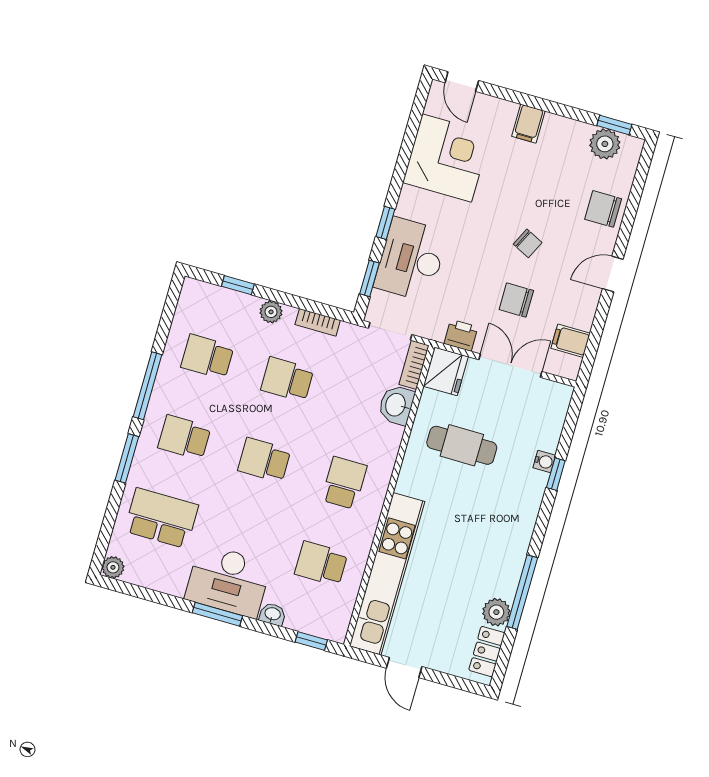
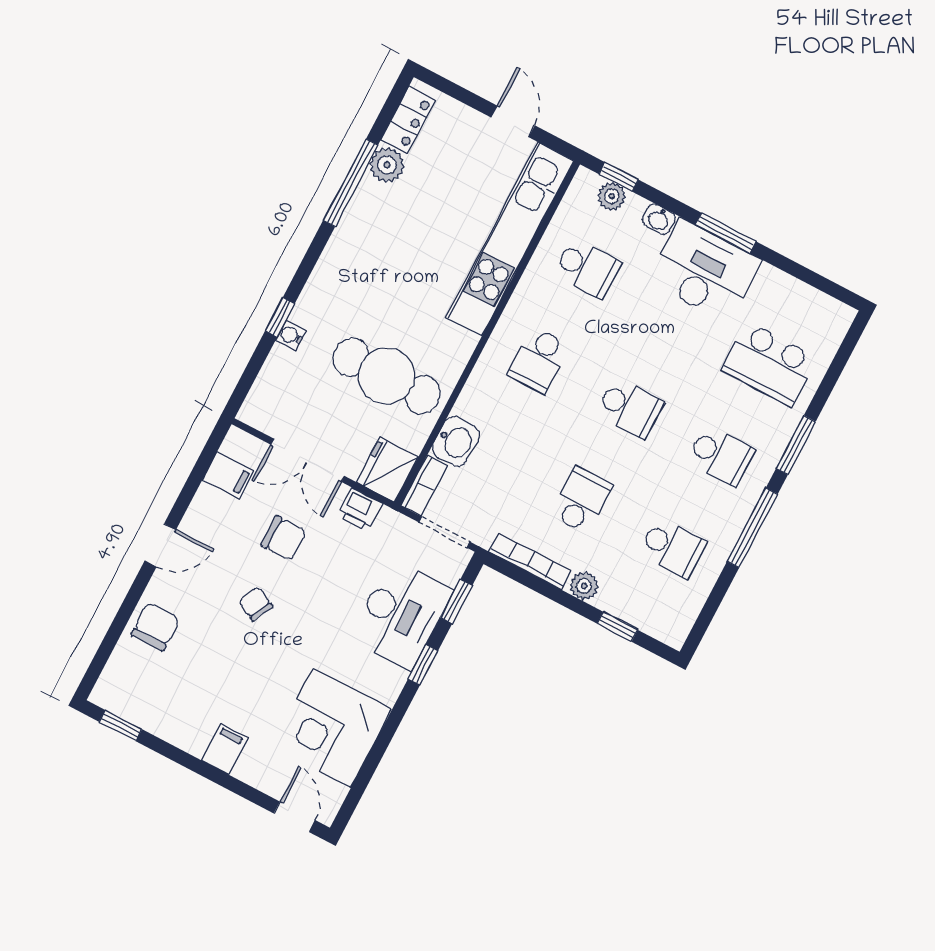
plant: (605, 144) -> (137, 705), removed
chair: (603, 209) -> (155, 627), turned -90
bookcase: (318, 322) -> (530, 561), width x1.56
school desk: (287, 379) -> (582, 500), turned -90
cafe table: (462, 445) -> (387, 376), width x1.37, depth x1.35
plant: (113, 567) -> (612, 196), moved

